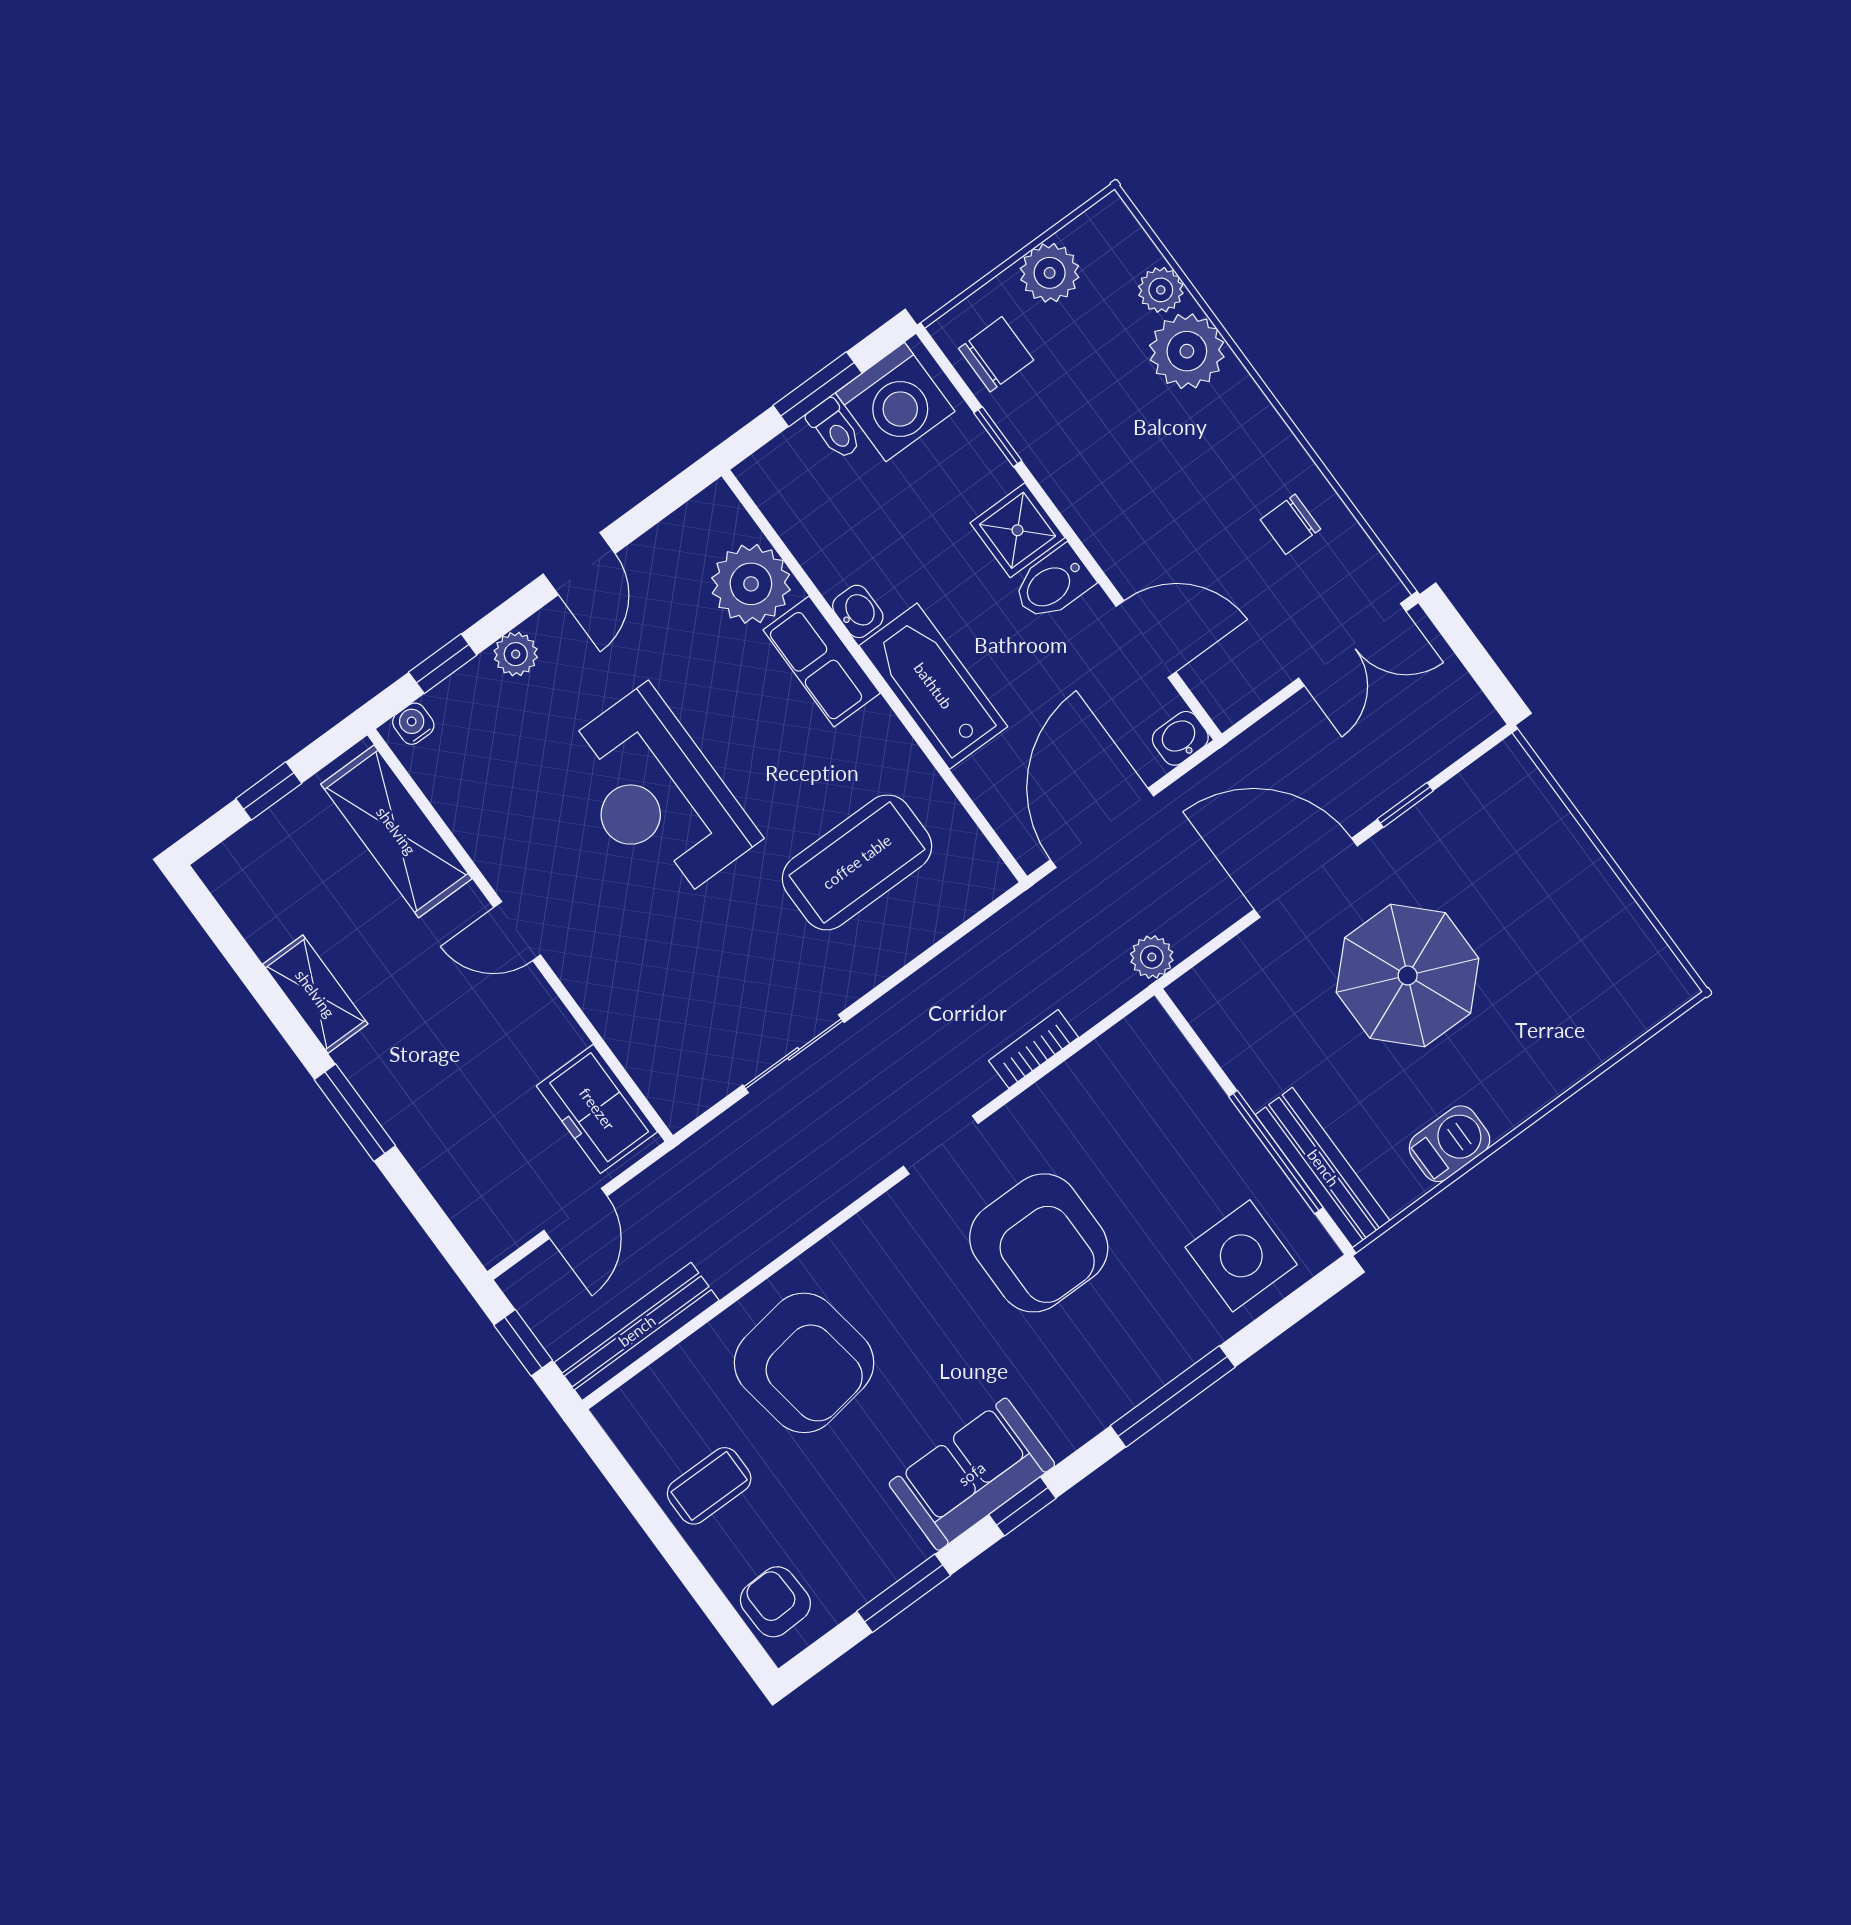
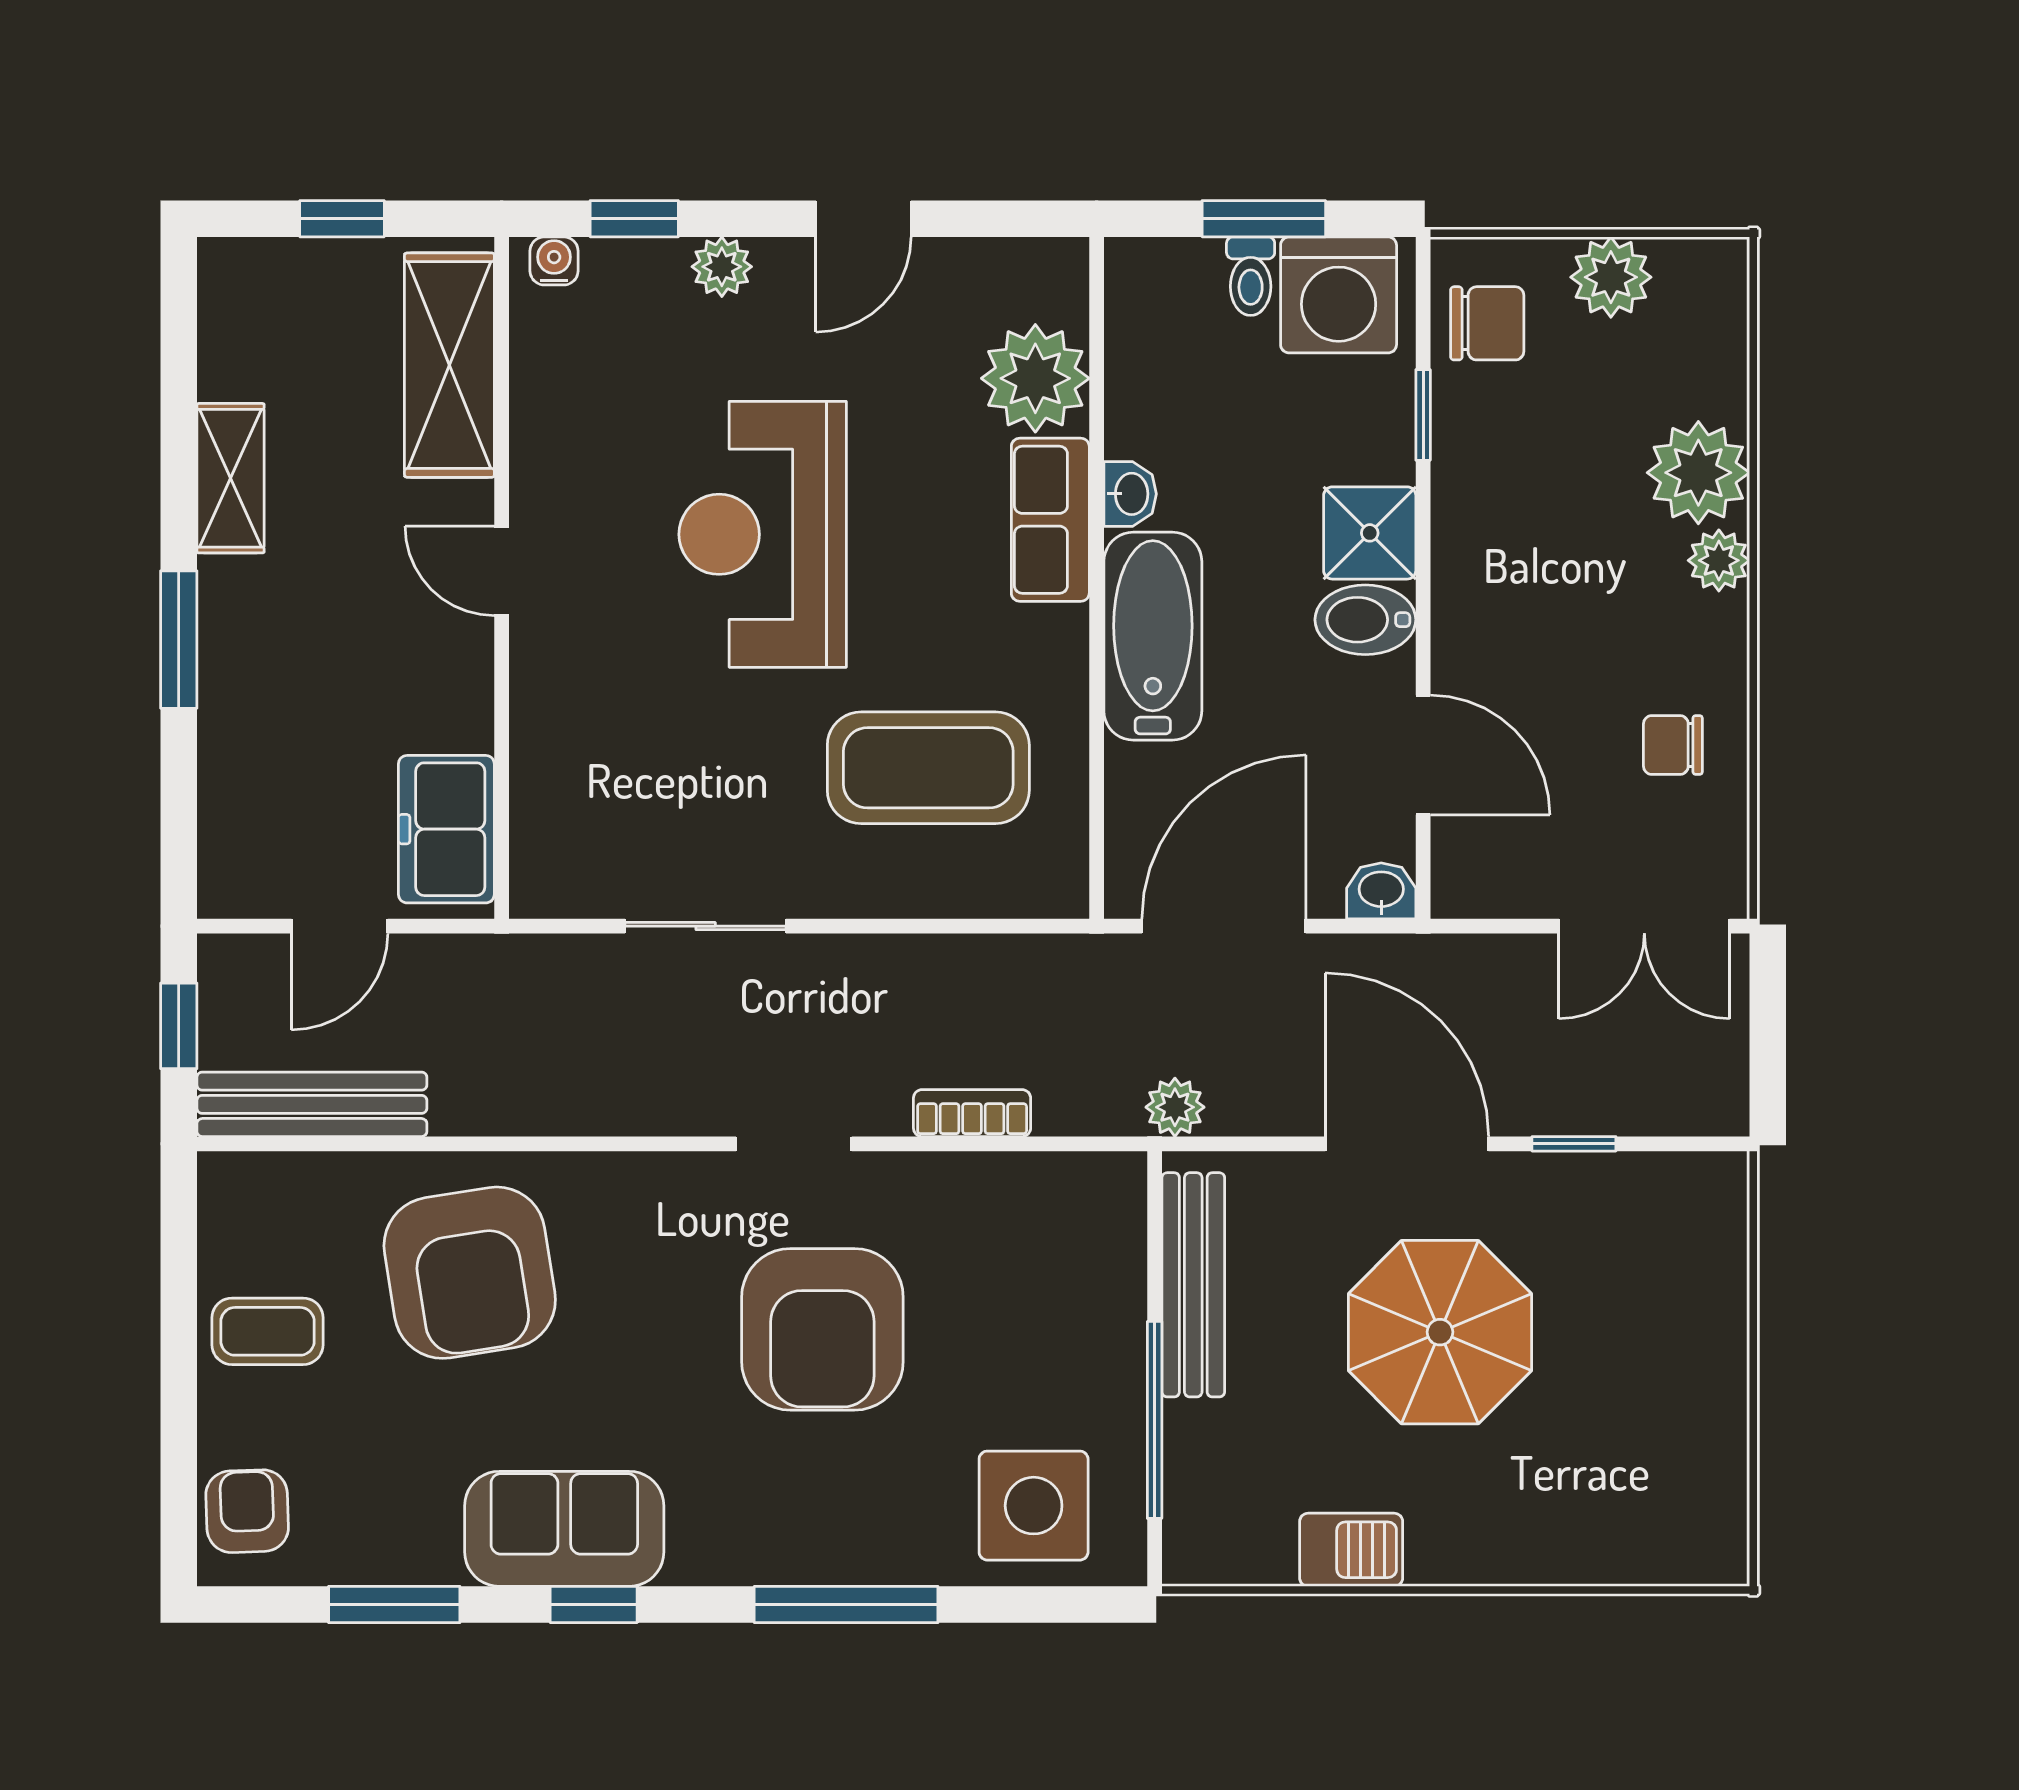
plant: (1161, 290) -> (1719, 560), moved
bench: (1323, 1168) -> (1193, 1285), moved

